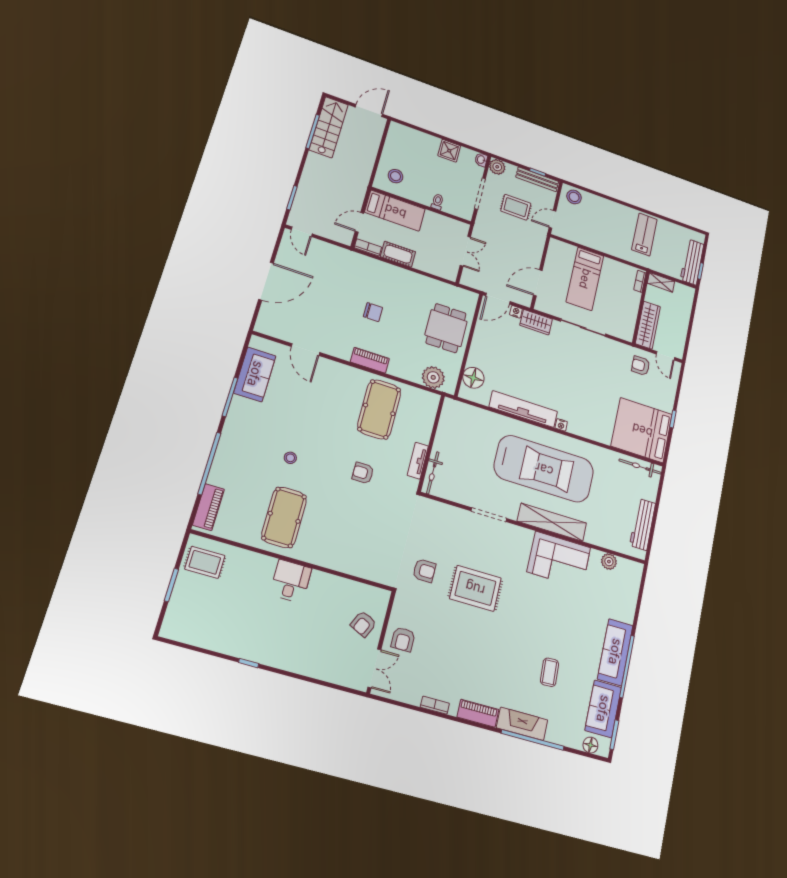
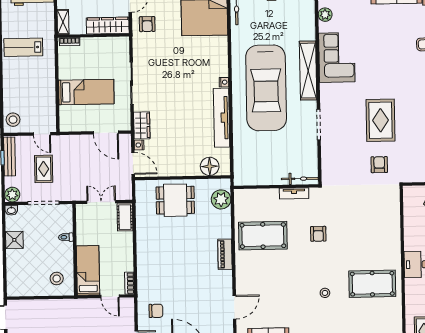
cot: (398, 254) -> (125, 217), moved
chair: (373, 312) -> (156, 311), moved, turned 90
car: (544, 469) -> (266, 88), turned 180

